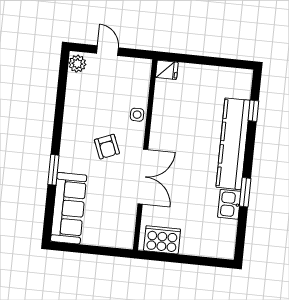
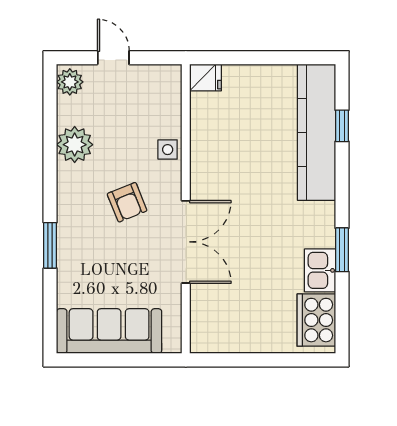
plant: (76, 105) -> (75, 145), added
kitchen counter: (233, 144) -> (317, 132), moved
sofa: (69, 208) -> (109, 331), moved, turned -90
cooker: (162, 240) -> (316, 320), moved, turned -90

